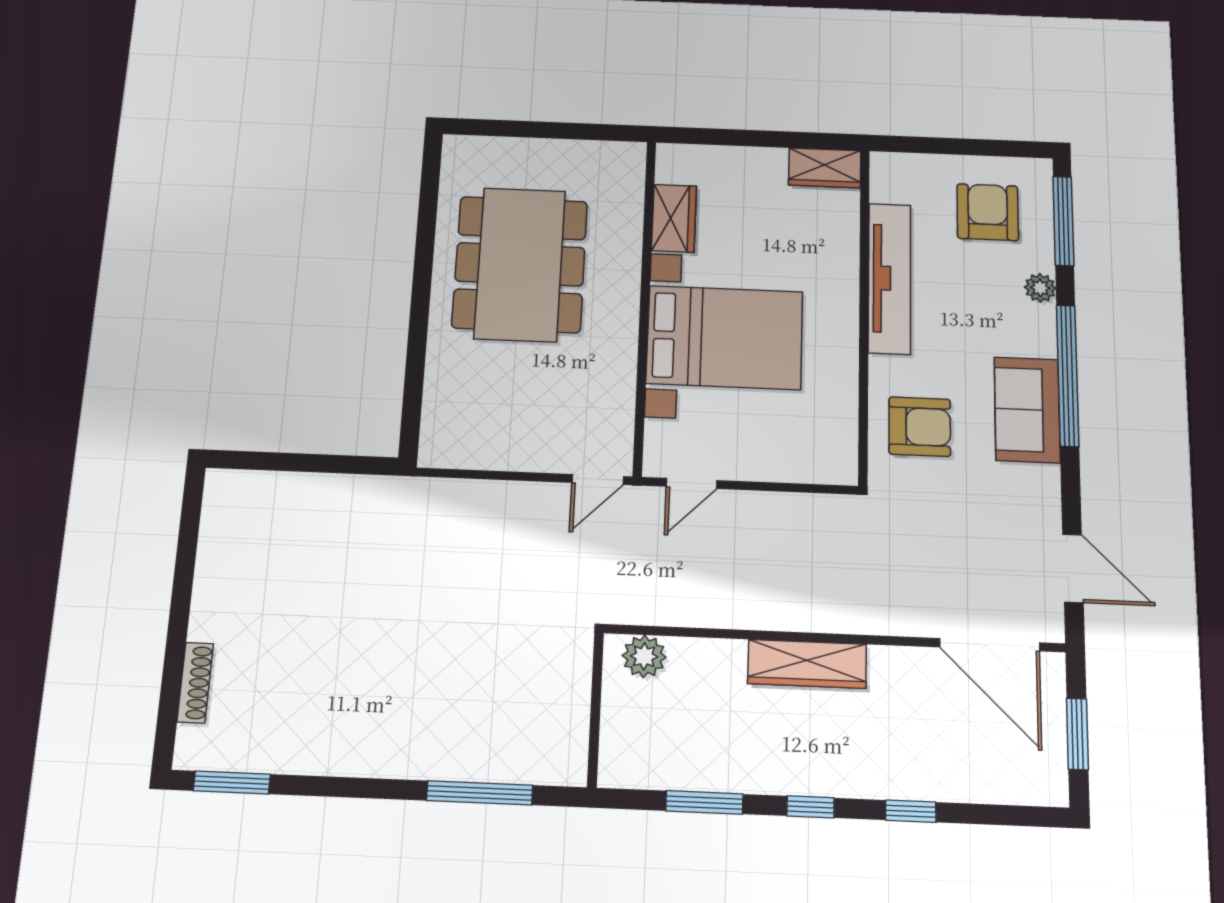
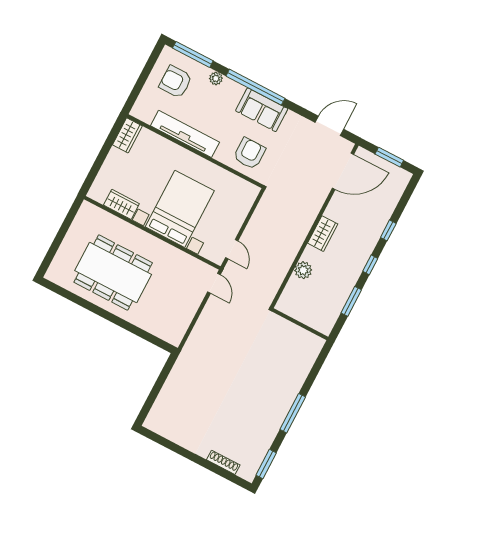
plant: (644, 656) -> (303, 270), moved
wardrobe: (807, 664) -> (323, 234), width x0.67
window: (480, 793) -> (293, 413), moved

